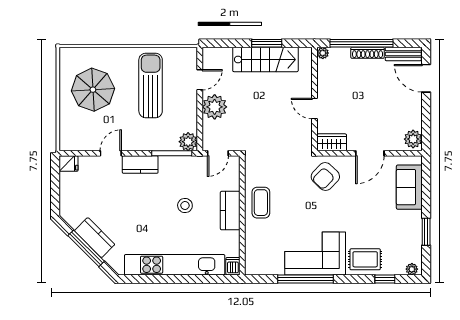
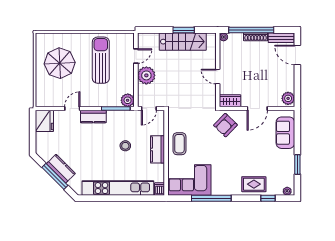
fridge: (68, 164) -> (44, 121), width x1.88, depth x1.34
corner sofa: (315, 254) -> (189, 180), moved

